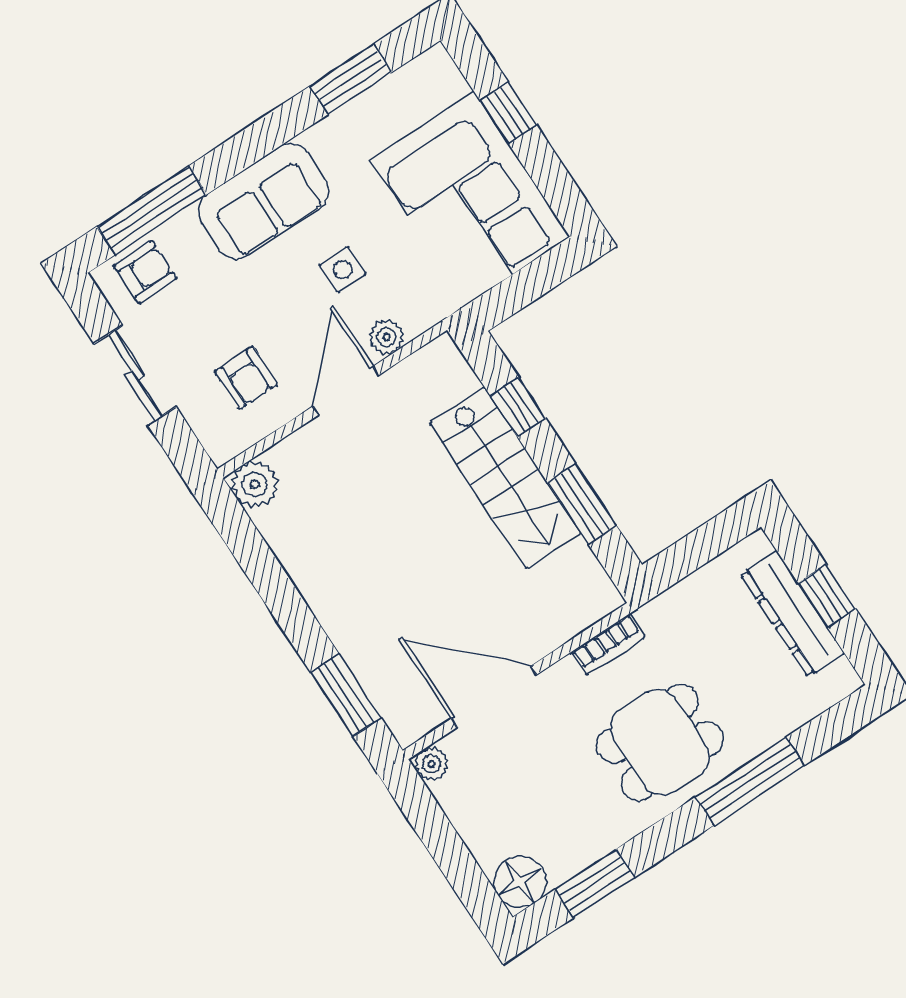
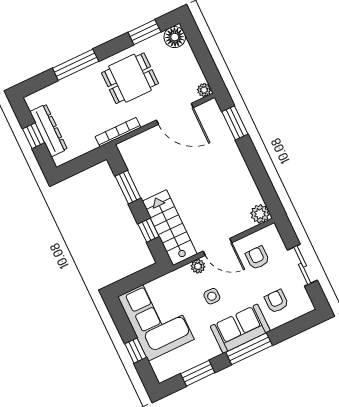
window: (152, 210) -> (249, 349), moved
armchair: (145, 272) -> (276, 301), moved, turned 90
door: (346, 391) -> (218, 247), hinge flipped
stairs: (505, 478) -> (170, 228), moved
bookcase: (608, 644) -> (118, 132), width x1.56
dining table: (660, 742) -> (130, 78), moved

